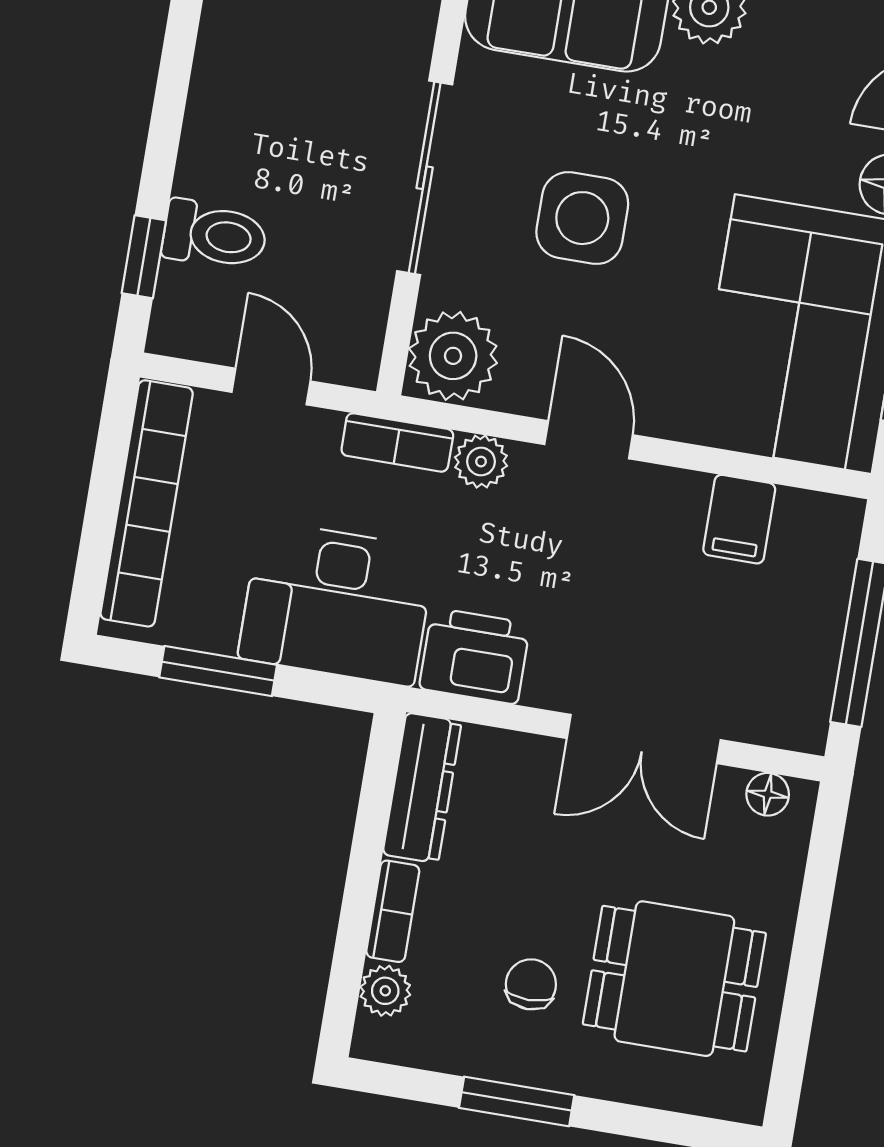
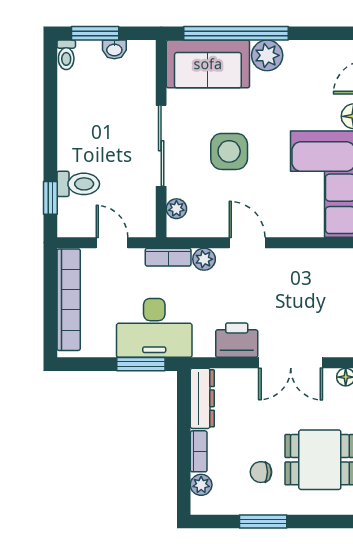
plant: (453, 356) -> (176, 209), width x0.53, depth x0.53
filing cabinet: (739, 519) -> (315, 265), removed
printer: (475, 656) -> (237, 340), moved
window: (218, 671) -> (141, 364), moved
chair: (531, 984) -> (261, 472), turned -90

